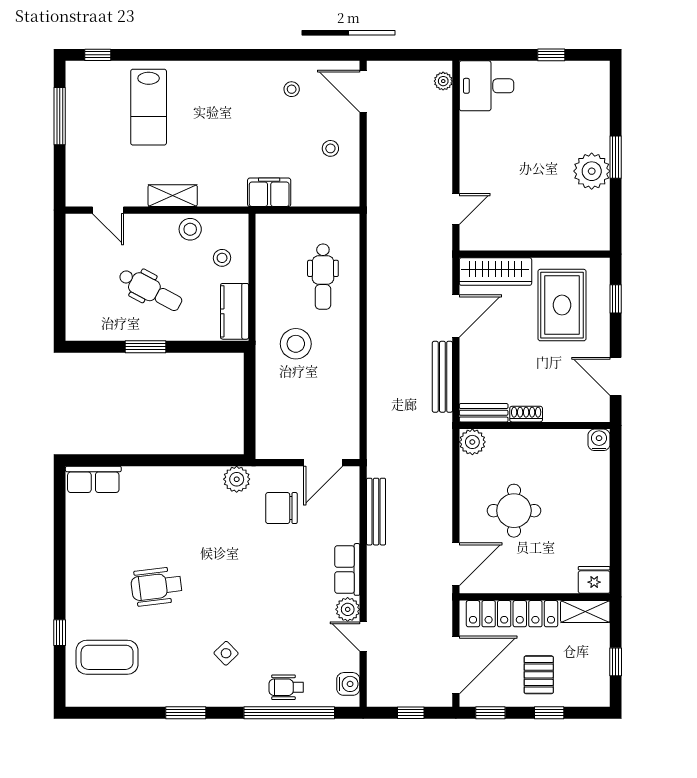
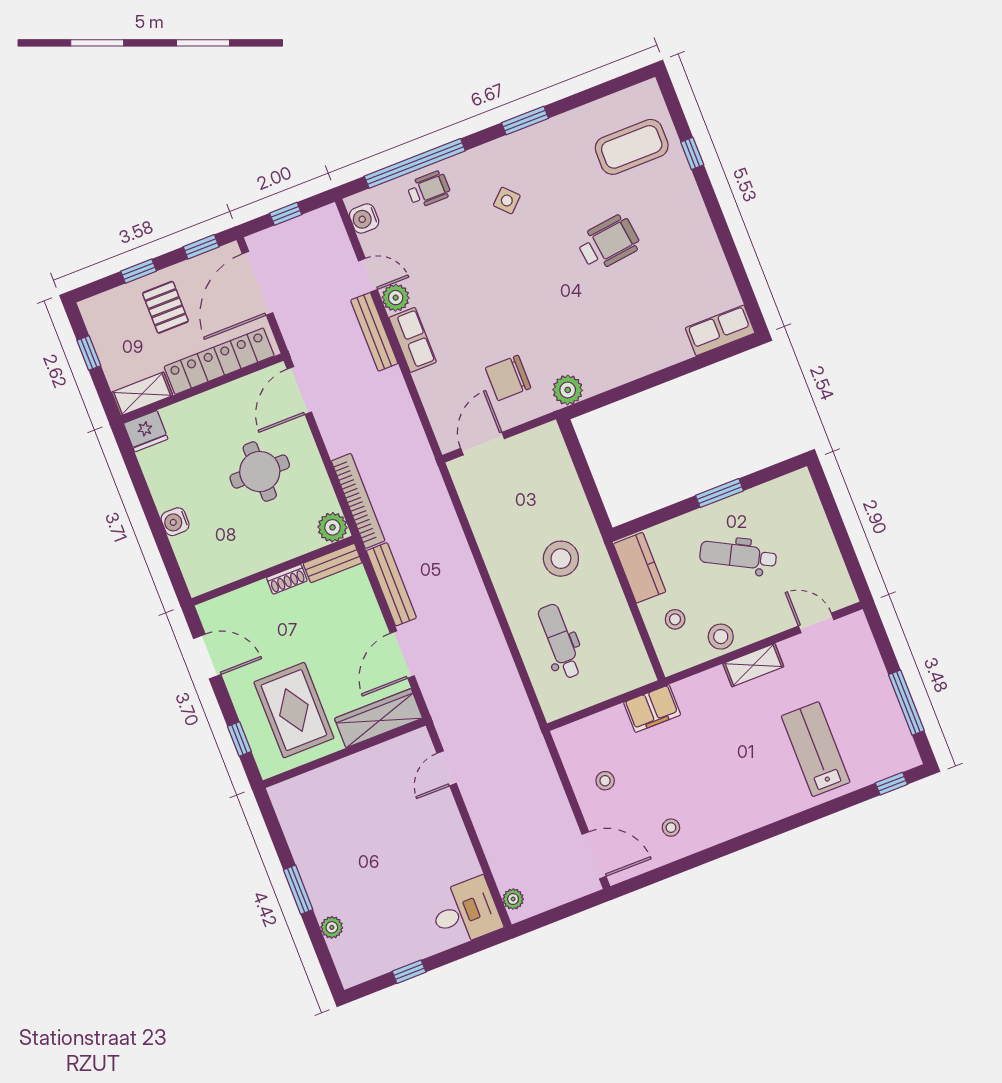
plant: (592, 171) -> (332, 927), moved, width x0.53, depth x0.53
water cooler: (599, 440) -> (175, 522), moved, turned 90
bookcase: (443, 455) -> (358, 501), added
chair: (281, 508) -> (508, 378), turned 180
bench: (376, 512) -> (374, 332), moved

